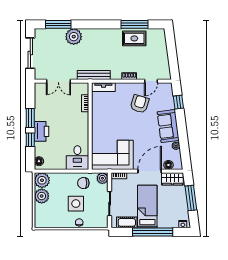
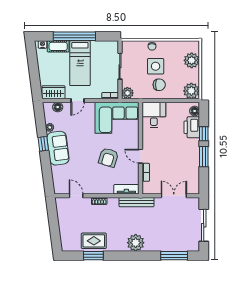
window: (135, 24) -> (93, 256), width x0.69
plant: (74, 37) -> (136, 243), moved
door: (151, 81) -> (76, 196), hinge flipped
window: (178, 102) -> (43, 144), moved
armchair: (140, 104) -> (108, 157), moved
door: (90, 118) -> (140, 156), added
printer: (42, 131) -> (192, 127), moved
door: (150, 171) -> (78, 101), width x0.53
chair: (83, 183) -> (159, 85), moved
plant: (42, 196) -> (192, 60), moved
window: (191, 198) -> (34, 72), removed
cot: (127, 222) -> (58, 46), moved

